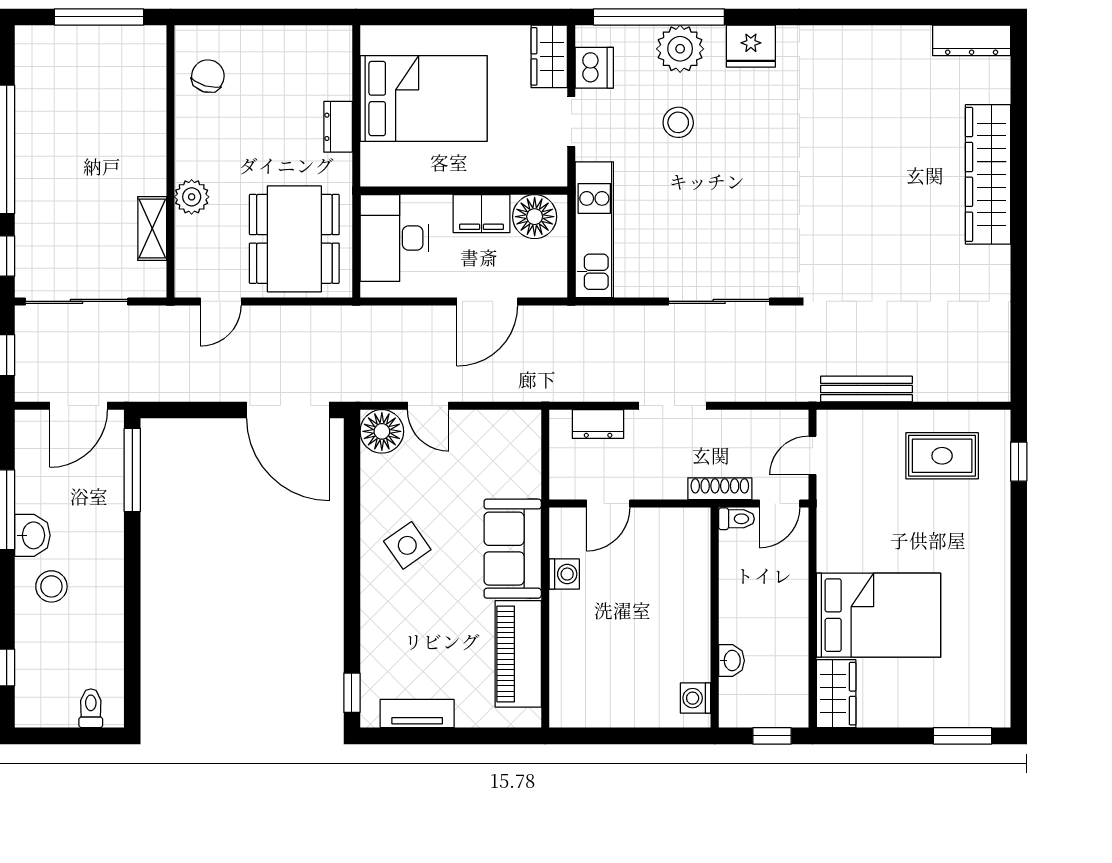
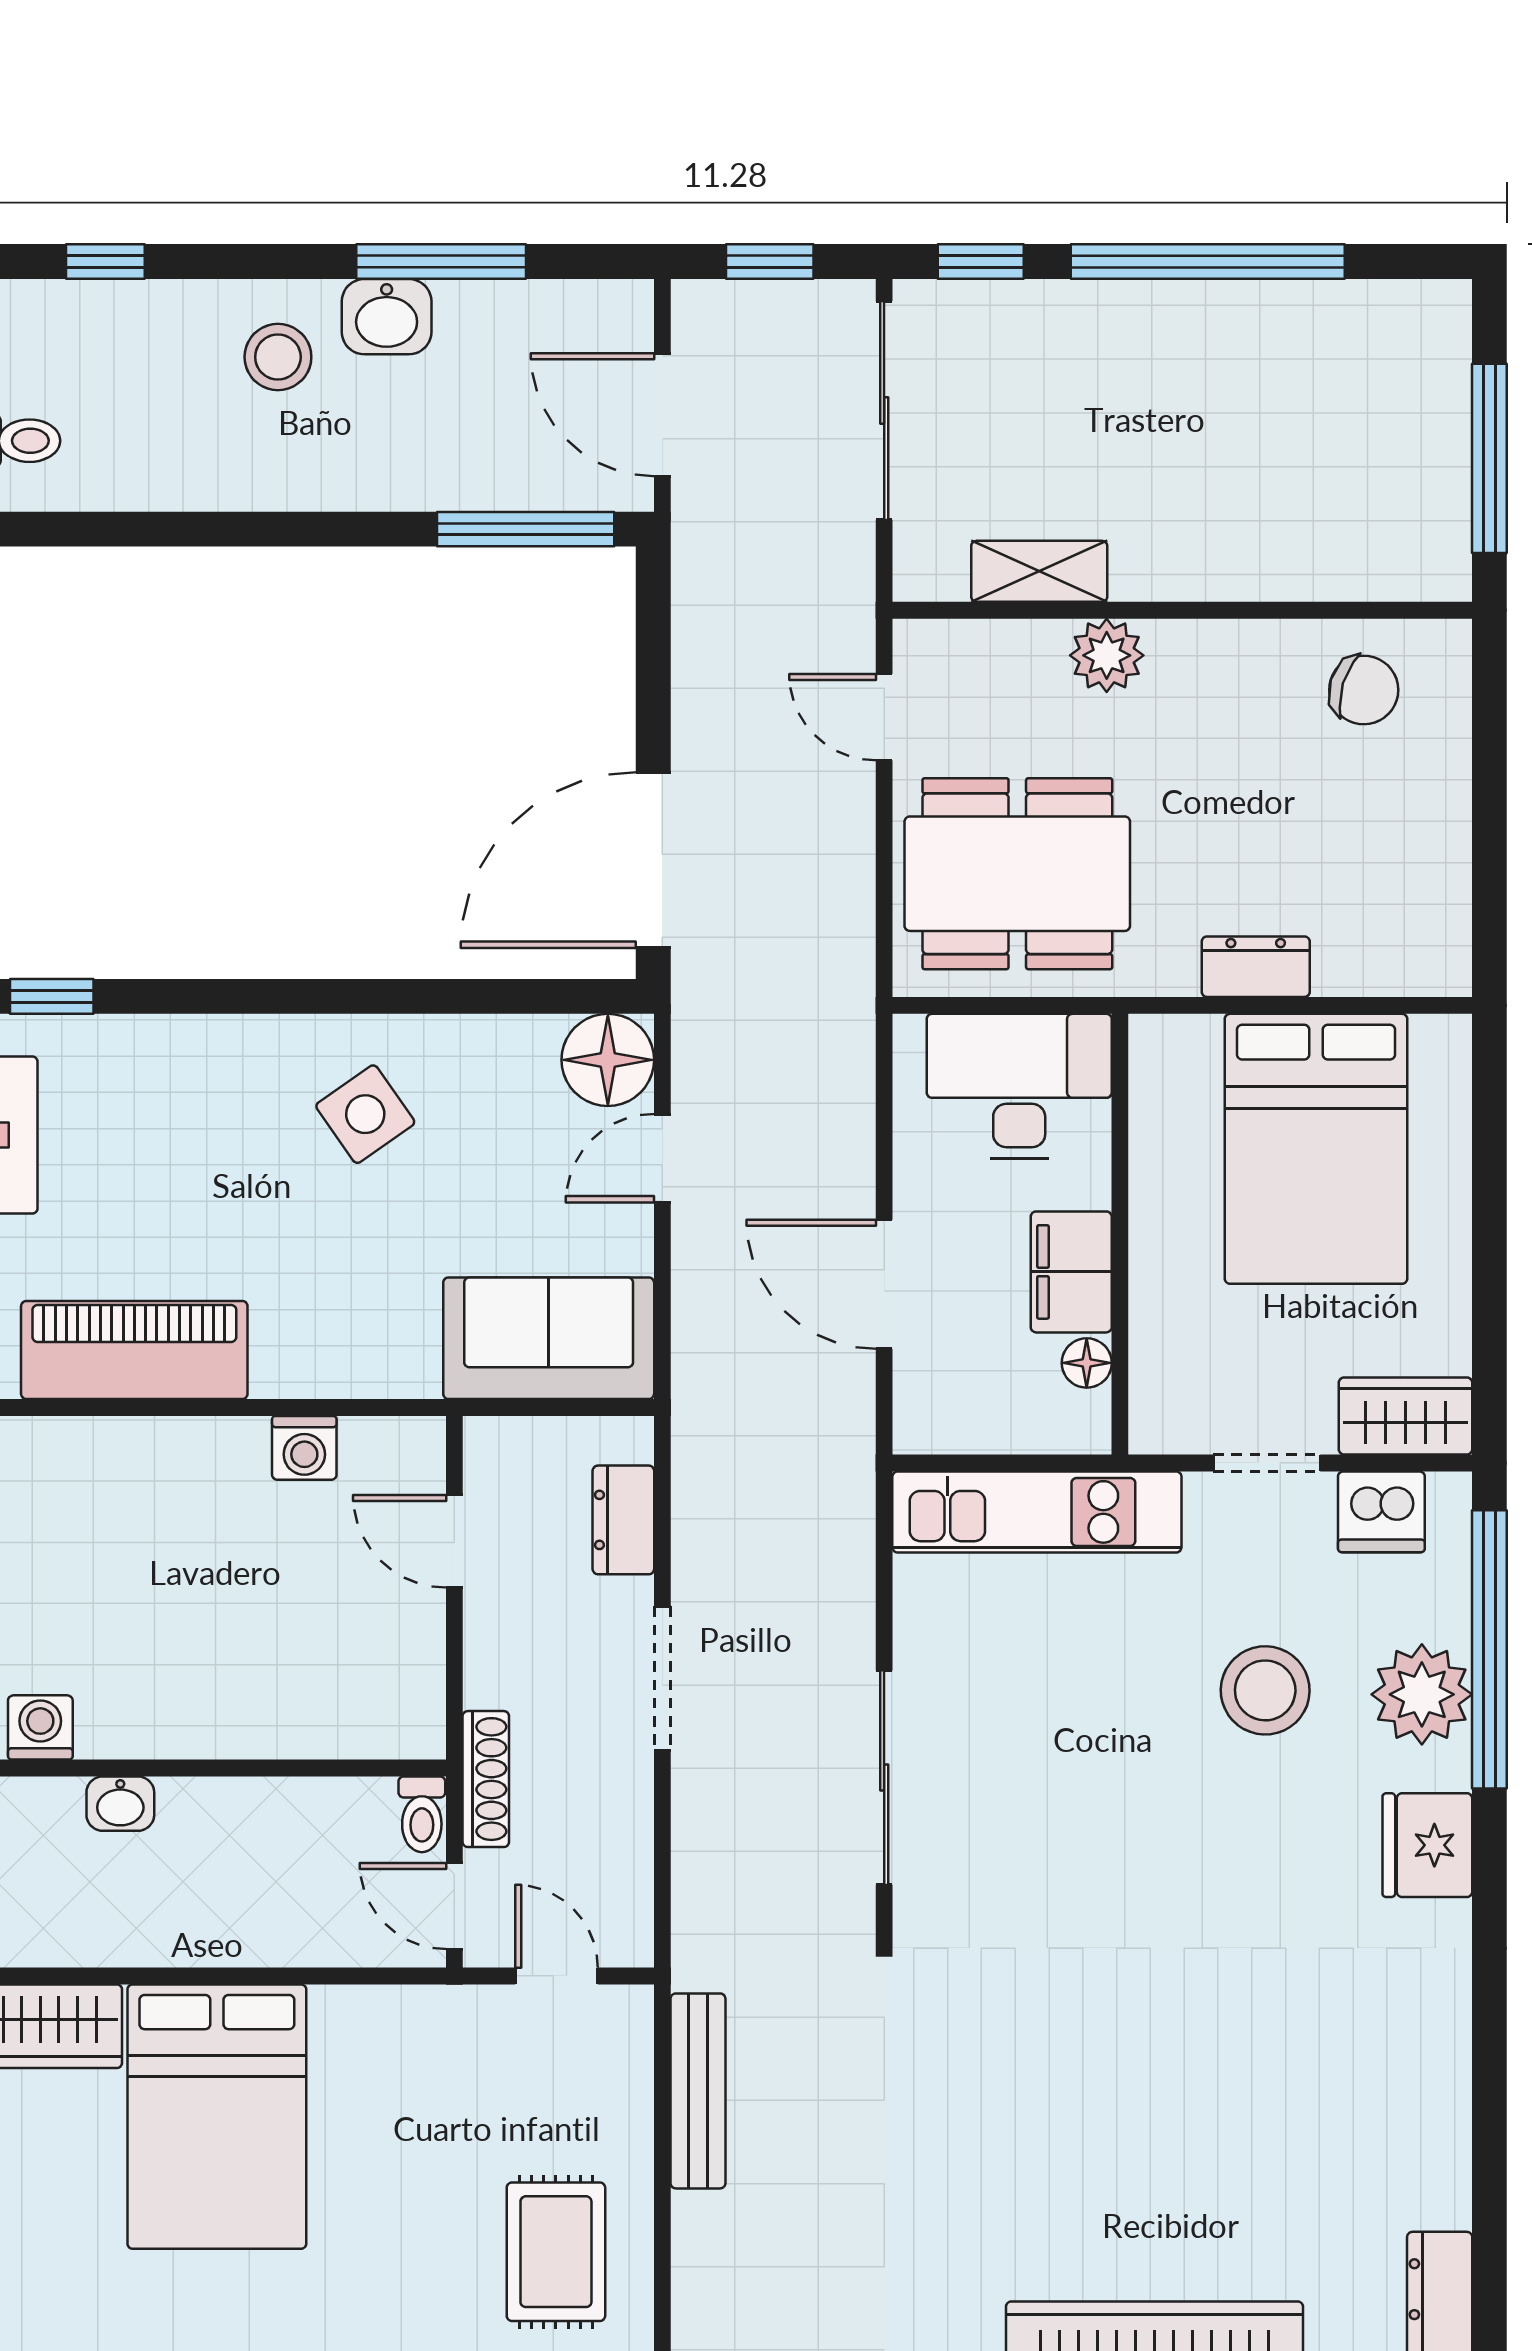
stool: (678, 122) -> (1265, 1690), width x1.38, depth x1.38
floor lamp: (535, 217) -> (1087, 1363), width x0.53, depth x0.53
sofa: (513, 549) -> (549, 1338), moved

